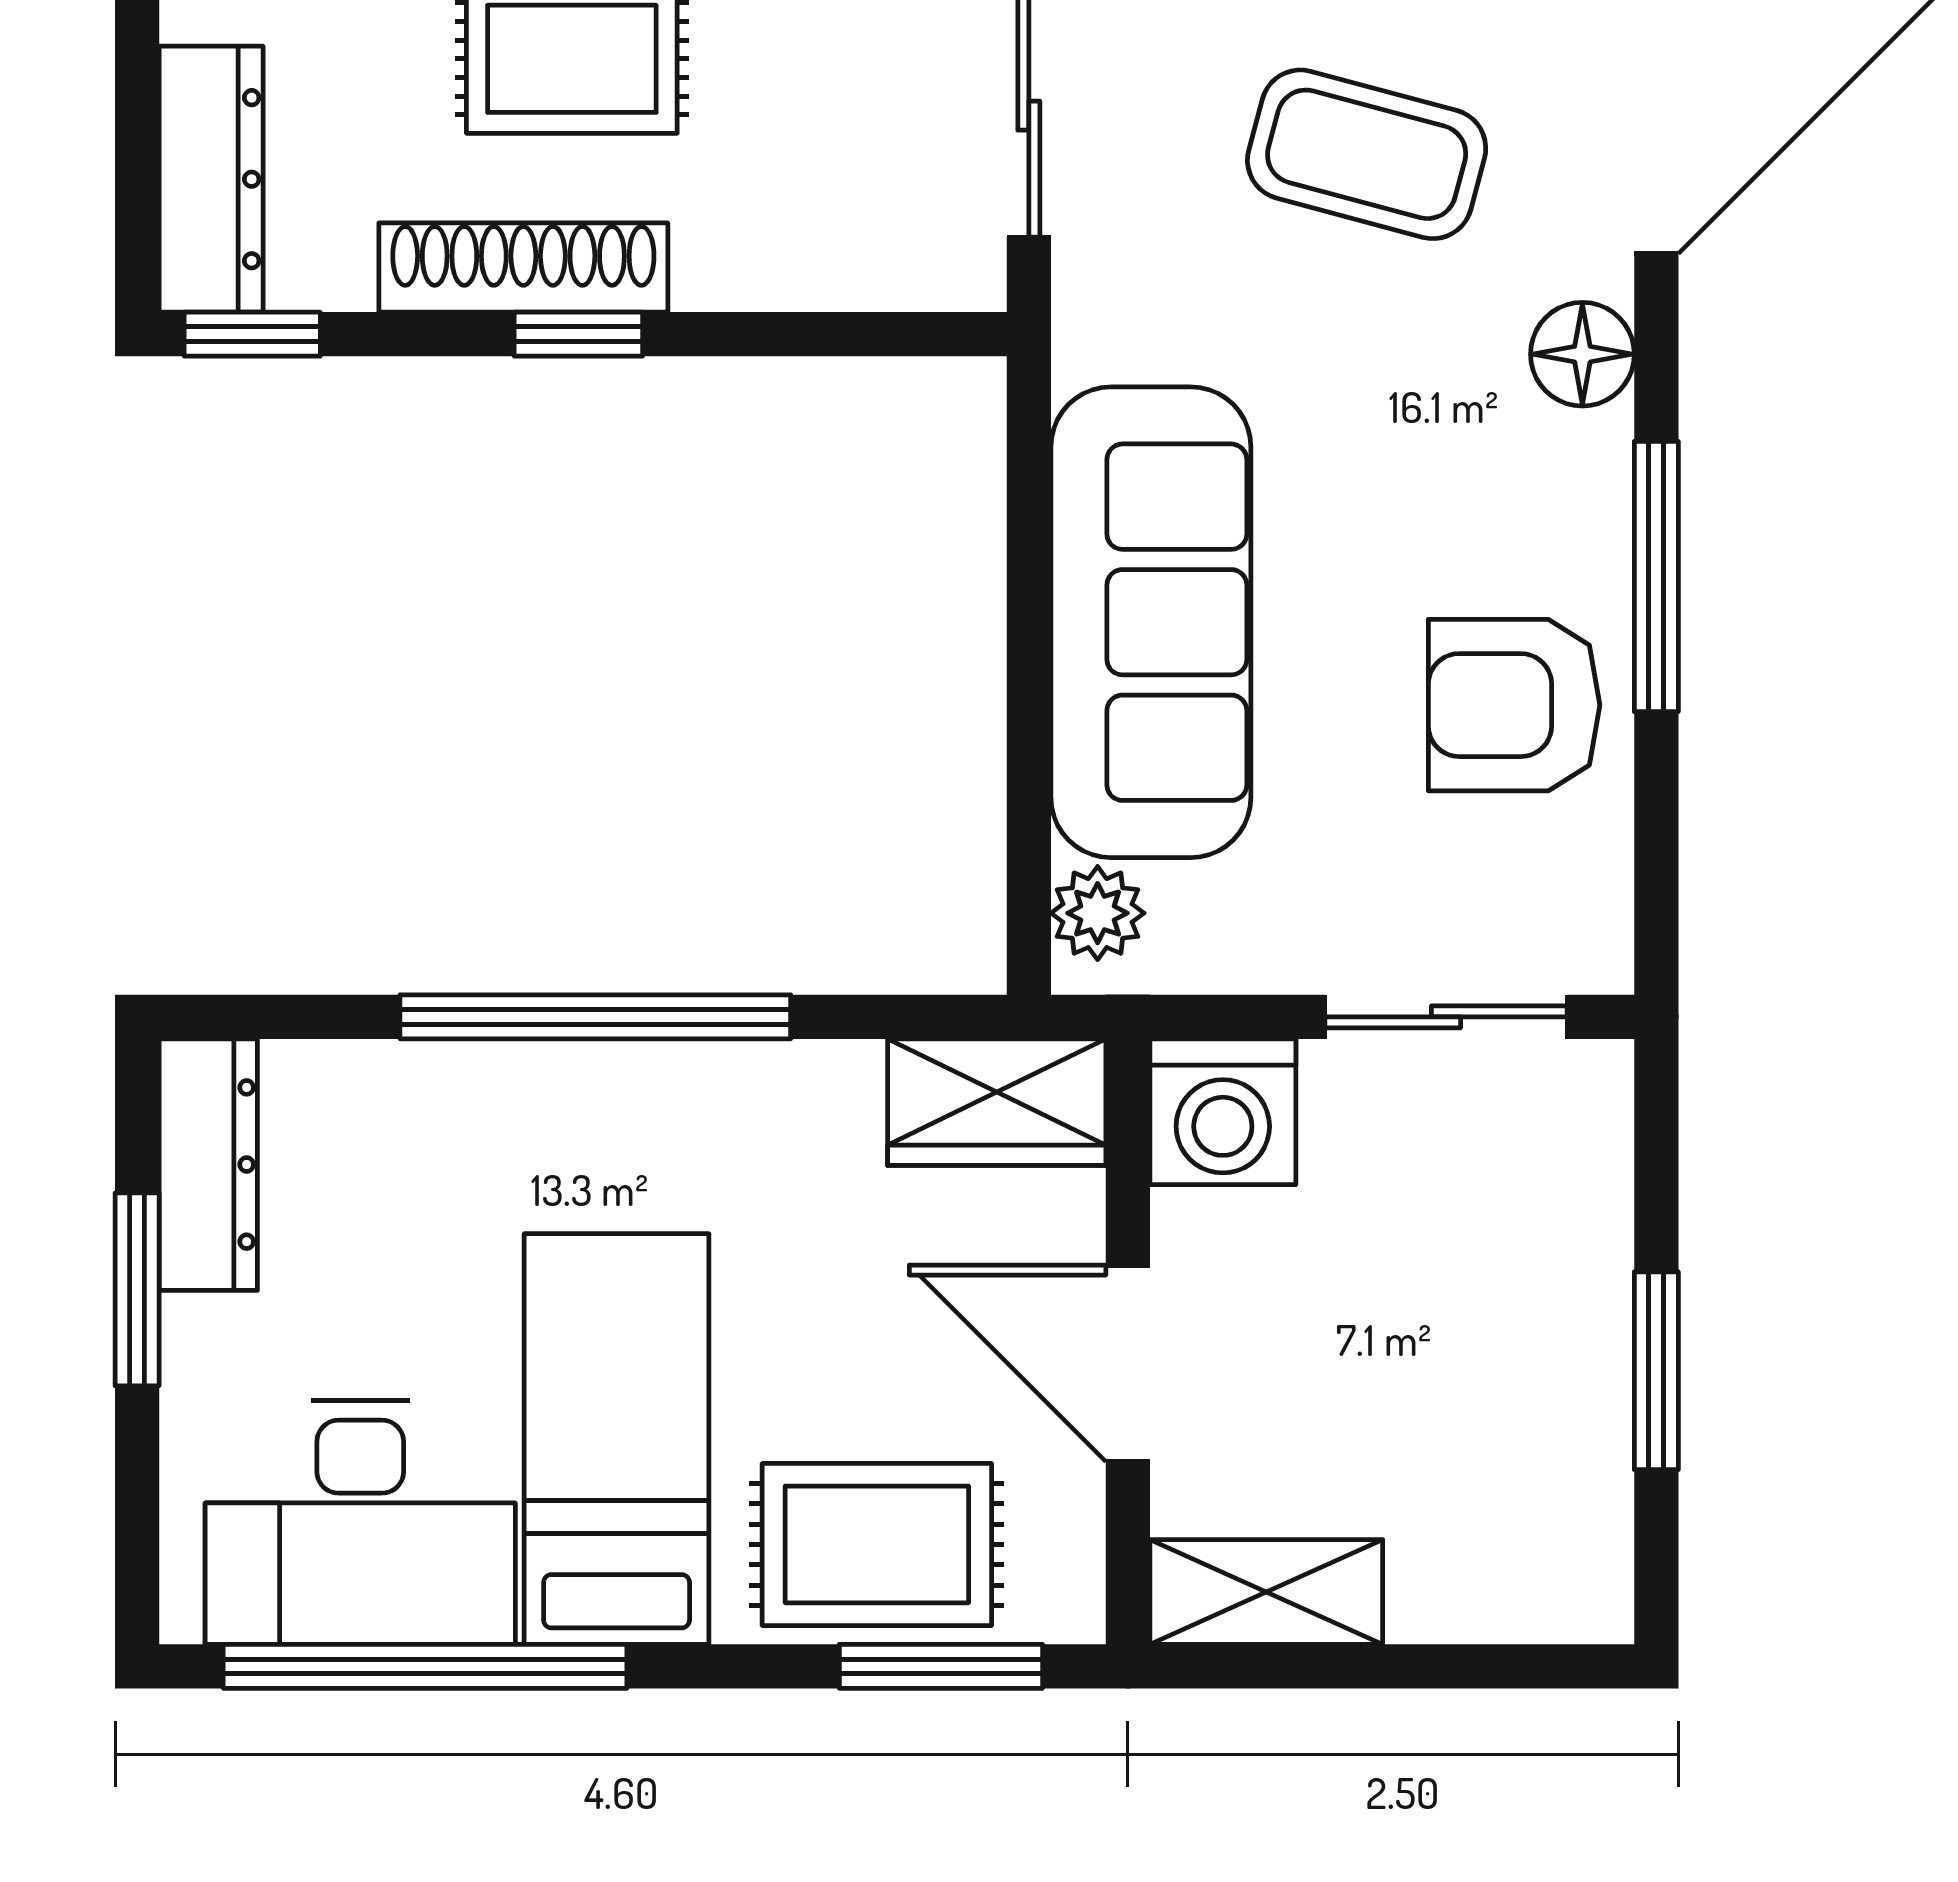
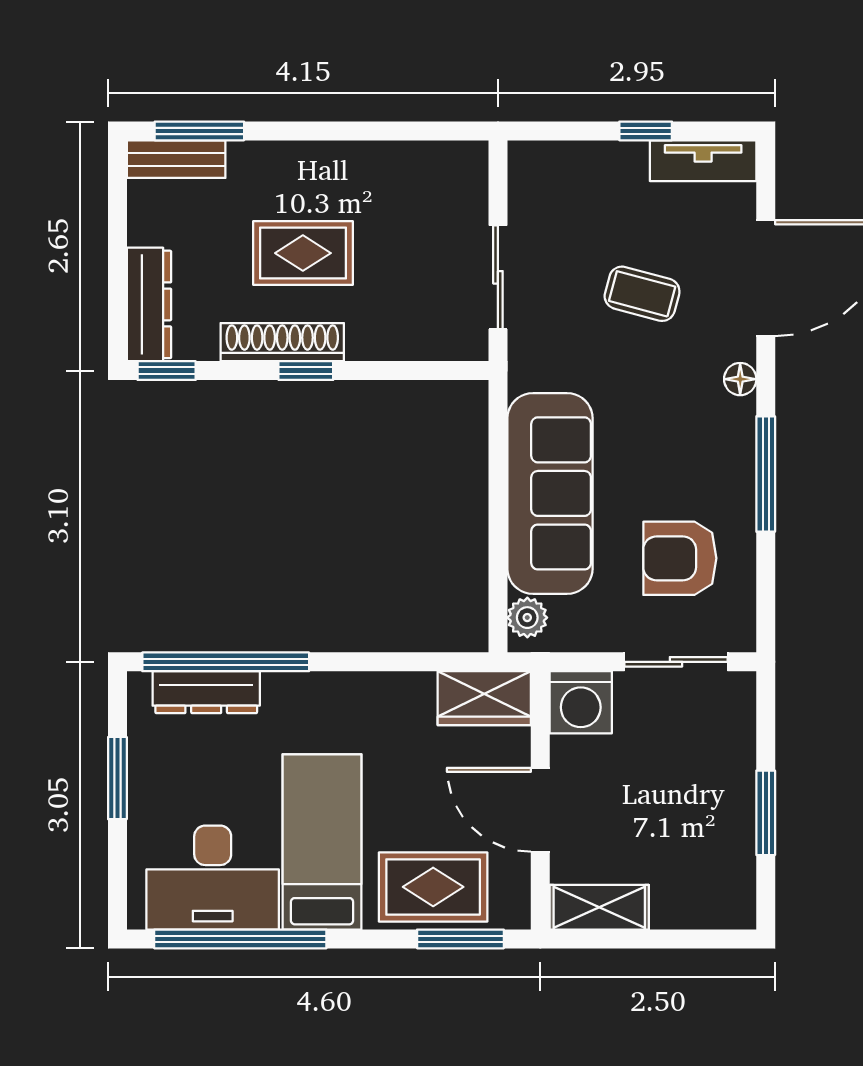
coffee table: (1367, 154) -> (642, 294), width x0.73, depth x0.77
floor lamp: (1582, 354) -> (740, 379), width x0.73, depth x0.73
armchair: (1514, 705) -> (680, 558), moved
window: (595, 1017) -> (226, 662), moved
dresser: (208, 1165) -> (206, 692), moved, turned 90

